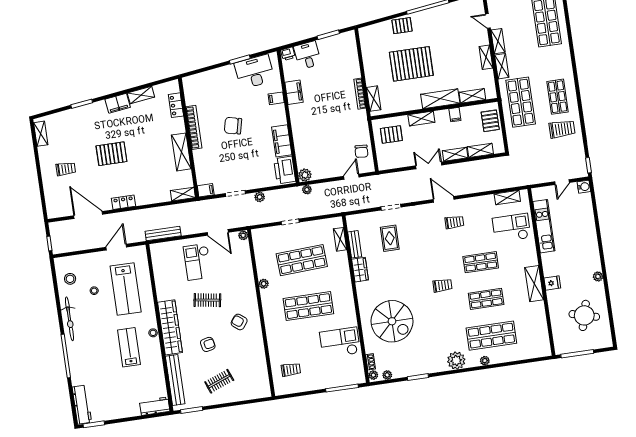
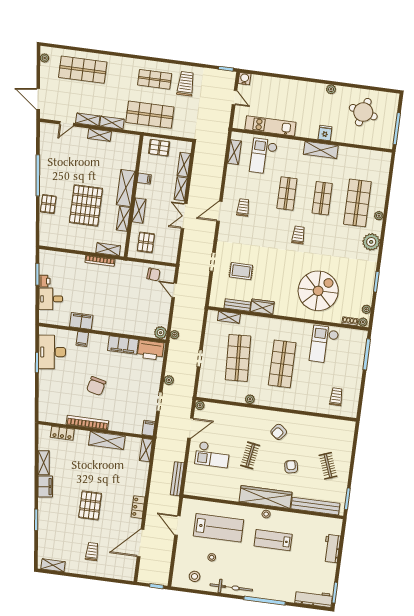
printer: (288, 54) -> (44, 281), moved
shelving: (472, 96) -> (123, 219), moved
workbench: (155, 406) -> (332, 549), moved

